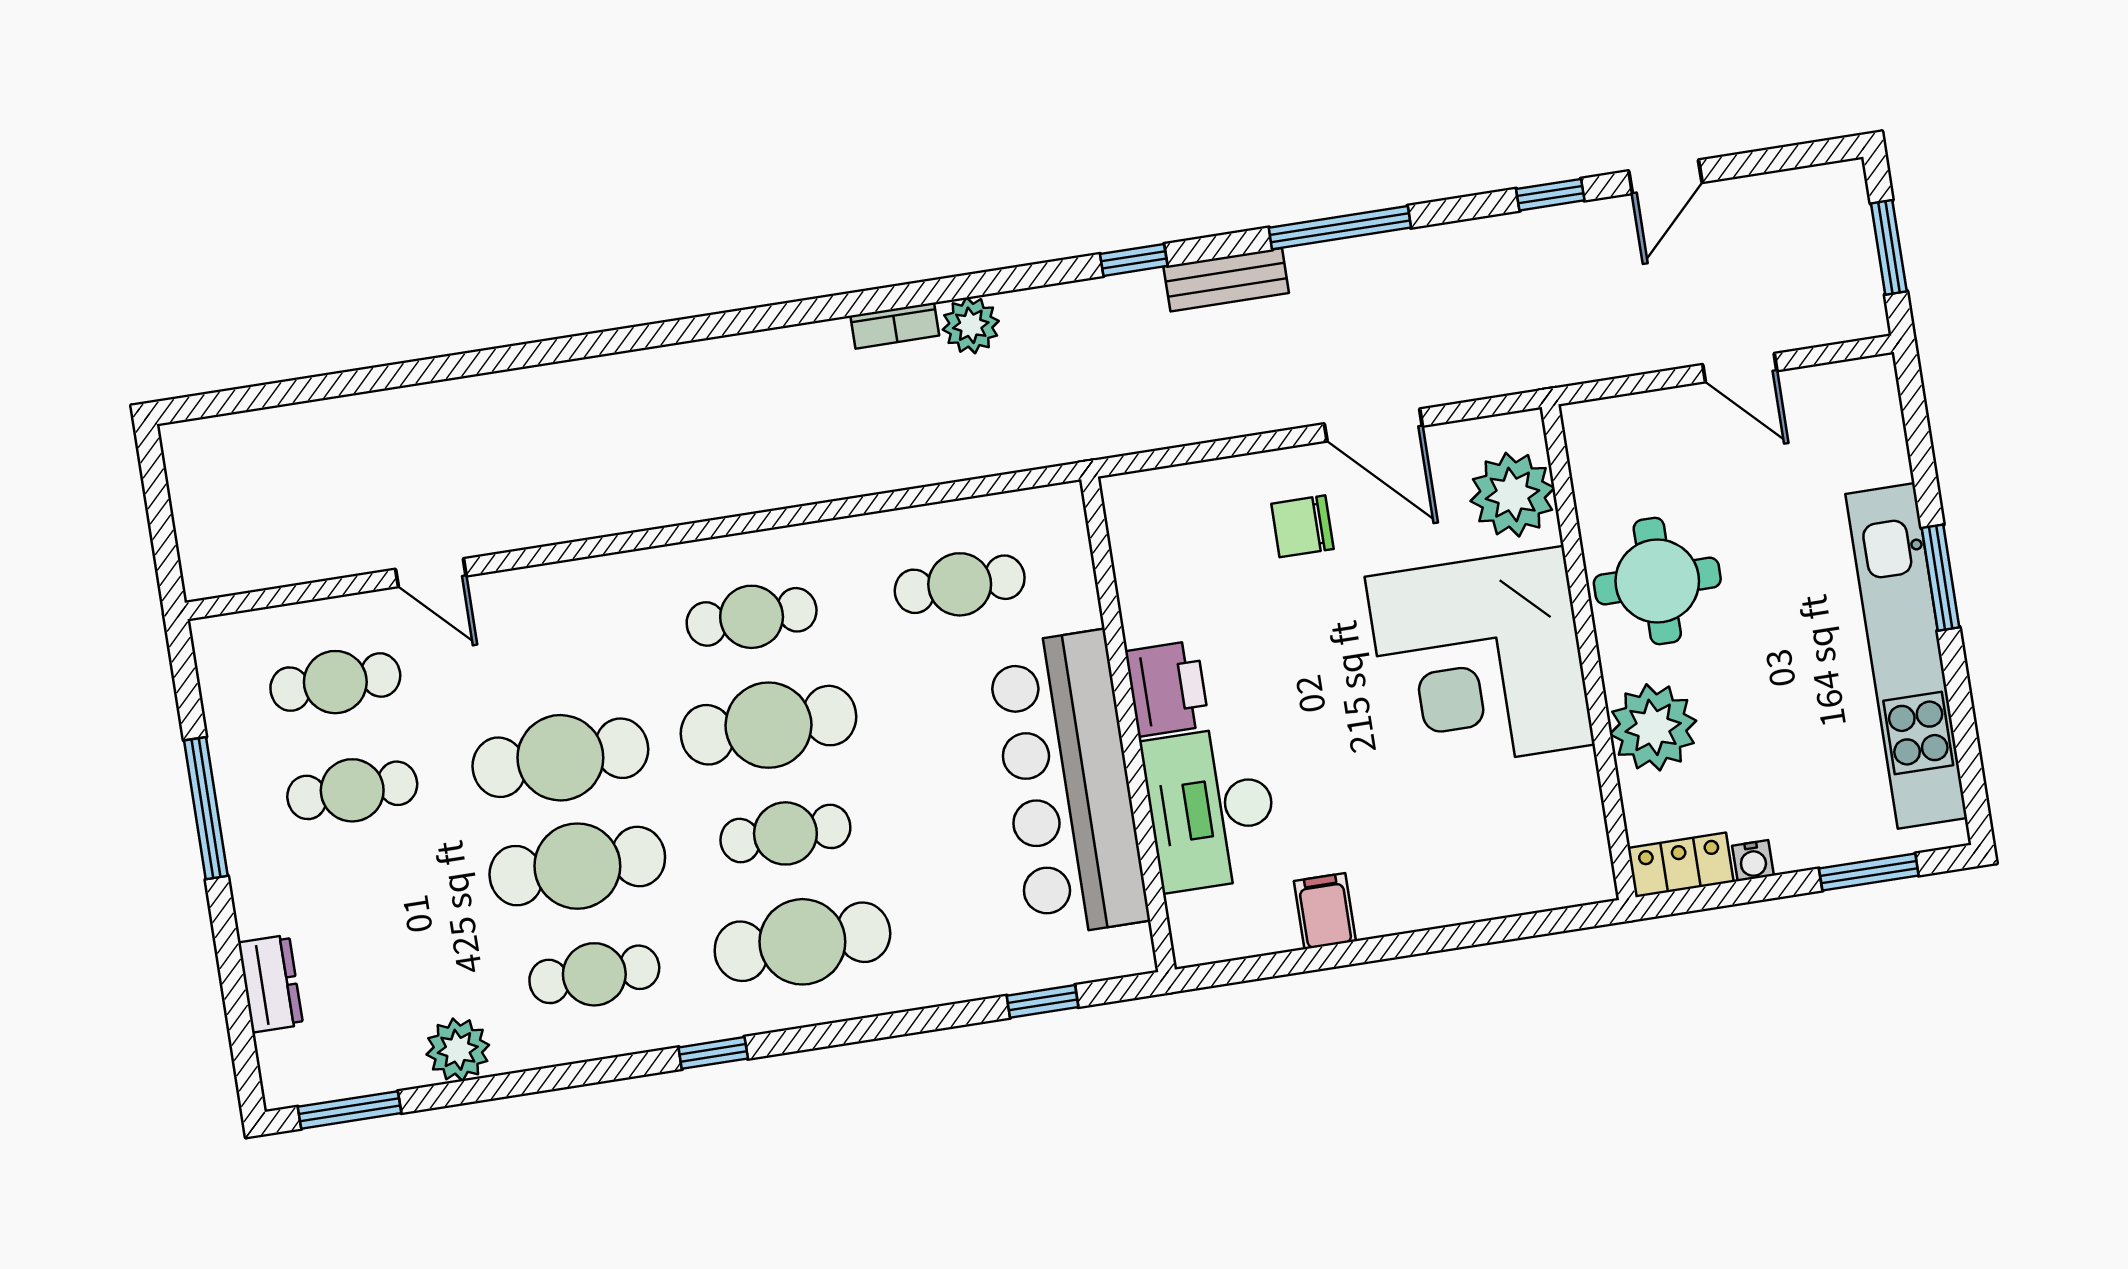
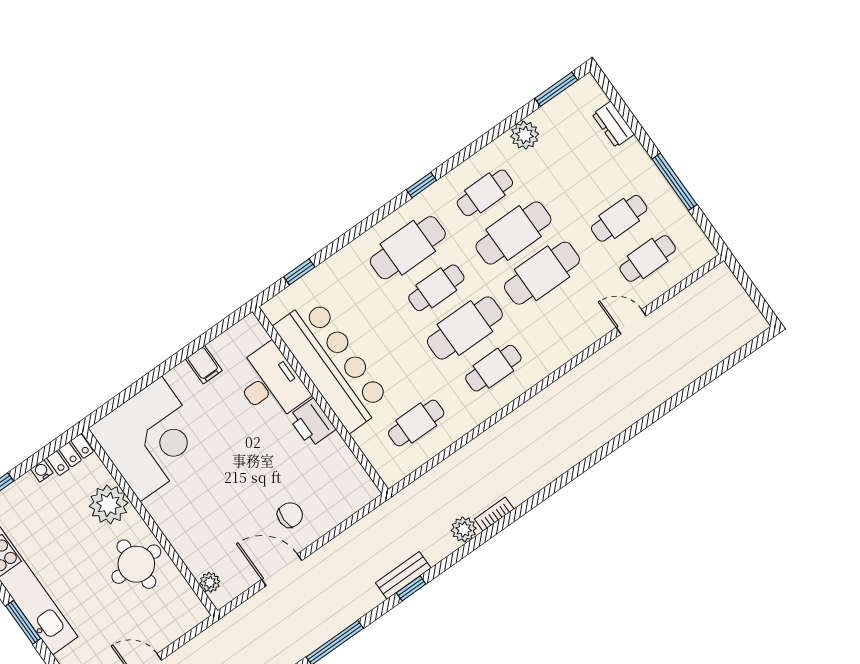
bench: (1226, 280) -> (403, 575), moved
plant: (1513, 495) -> (210, 582), width x0.53, depth x0.53
corner desk: (1480, 661) -> (151, 439), moved, turned 90

